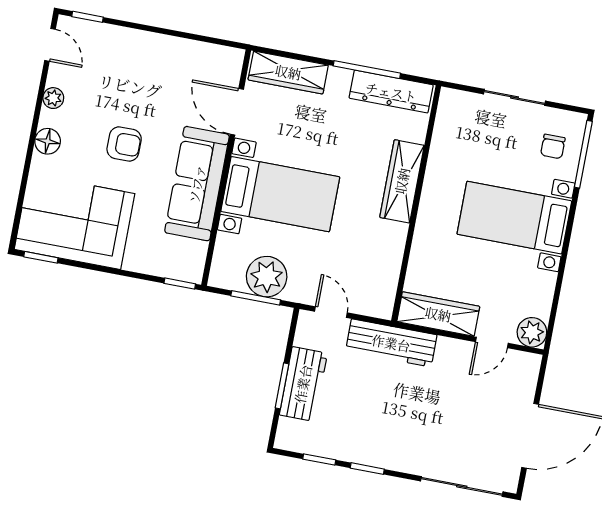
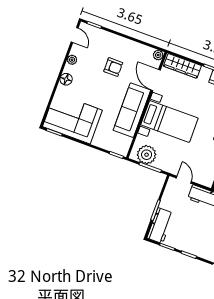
plant: (233, 58) -> (158, 55), added
armchair: (124, 144) -> (113, 67), moved
plant: (267, 277) -> (147, 155), moved
workbench: (303, 384) -> (160, 226), moved

